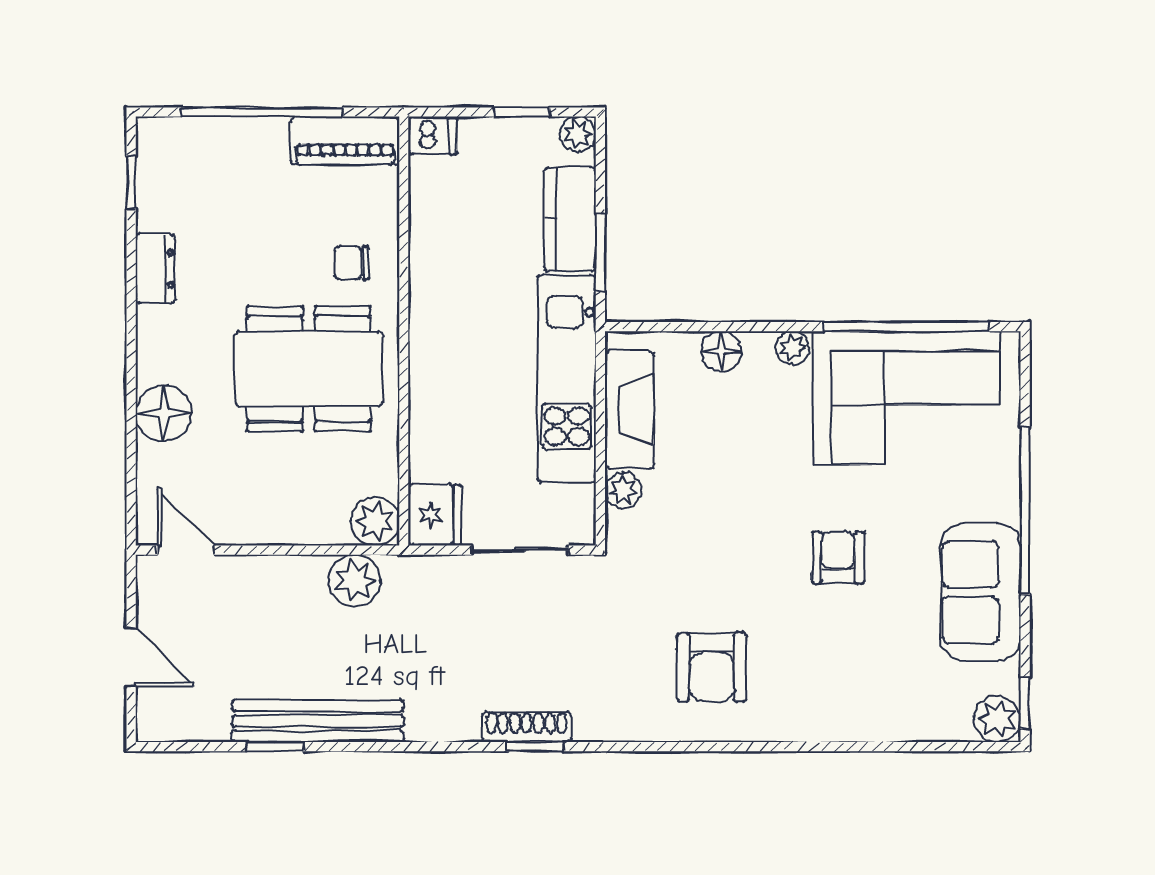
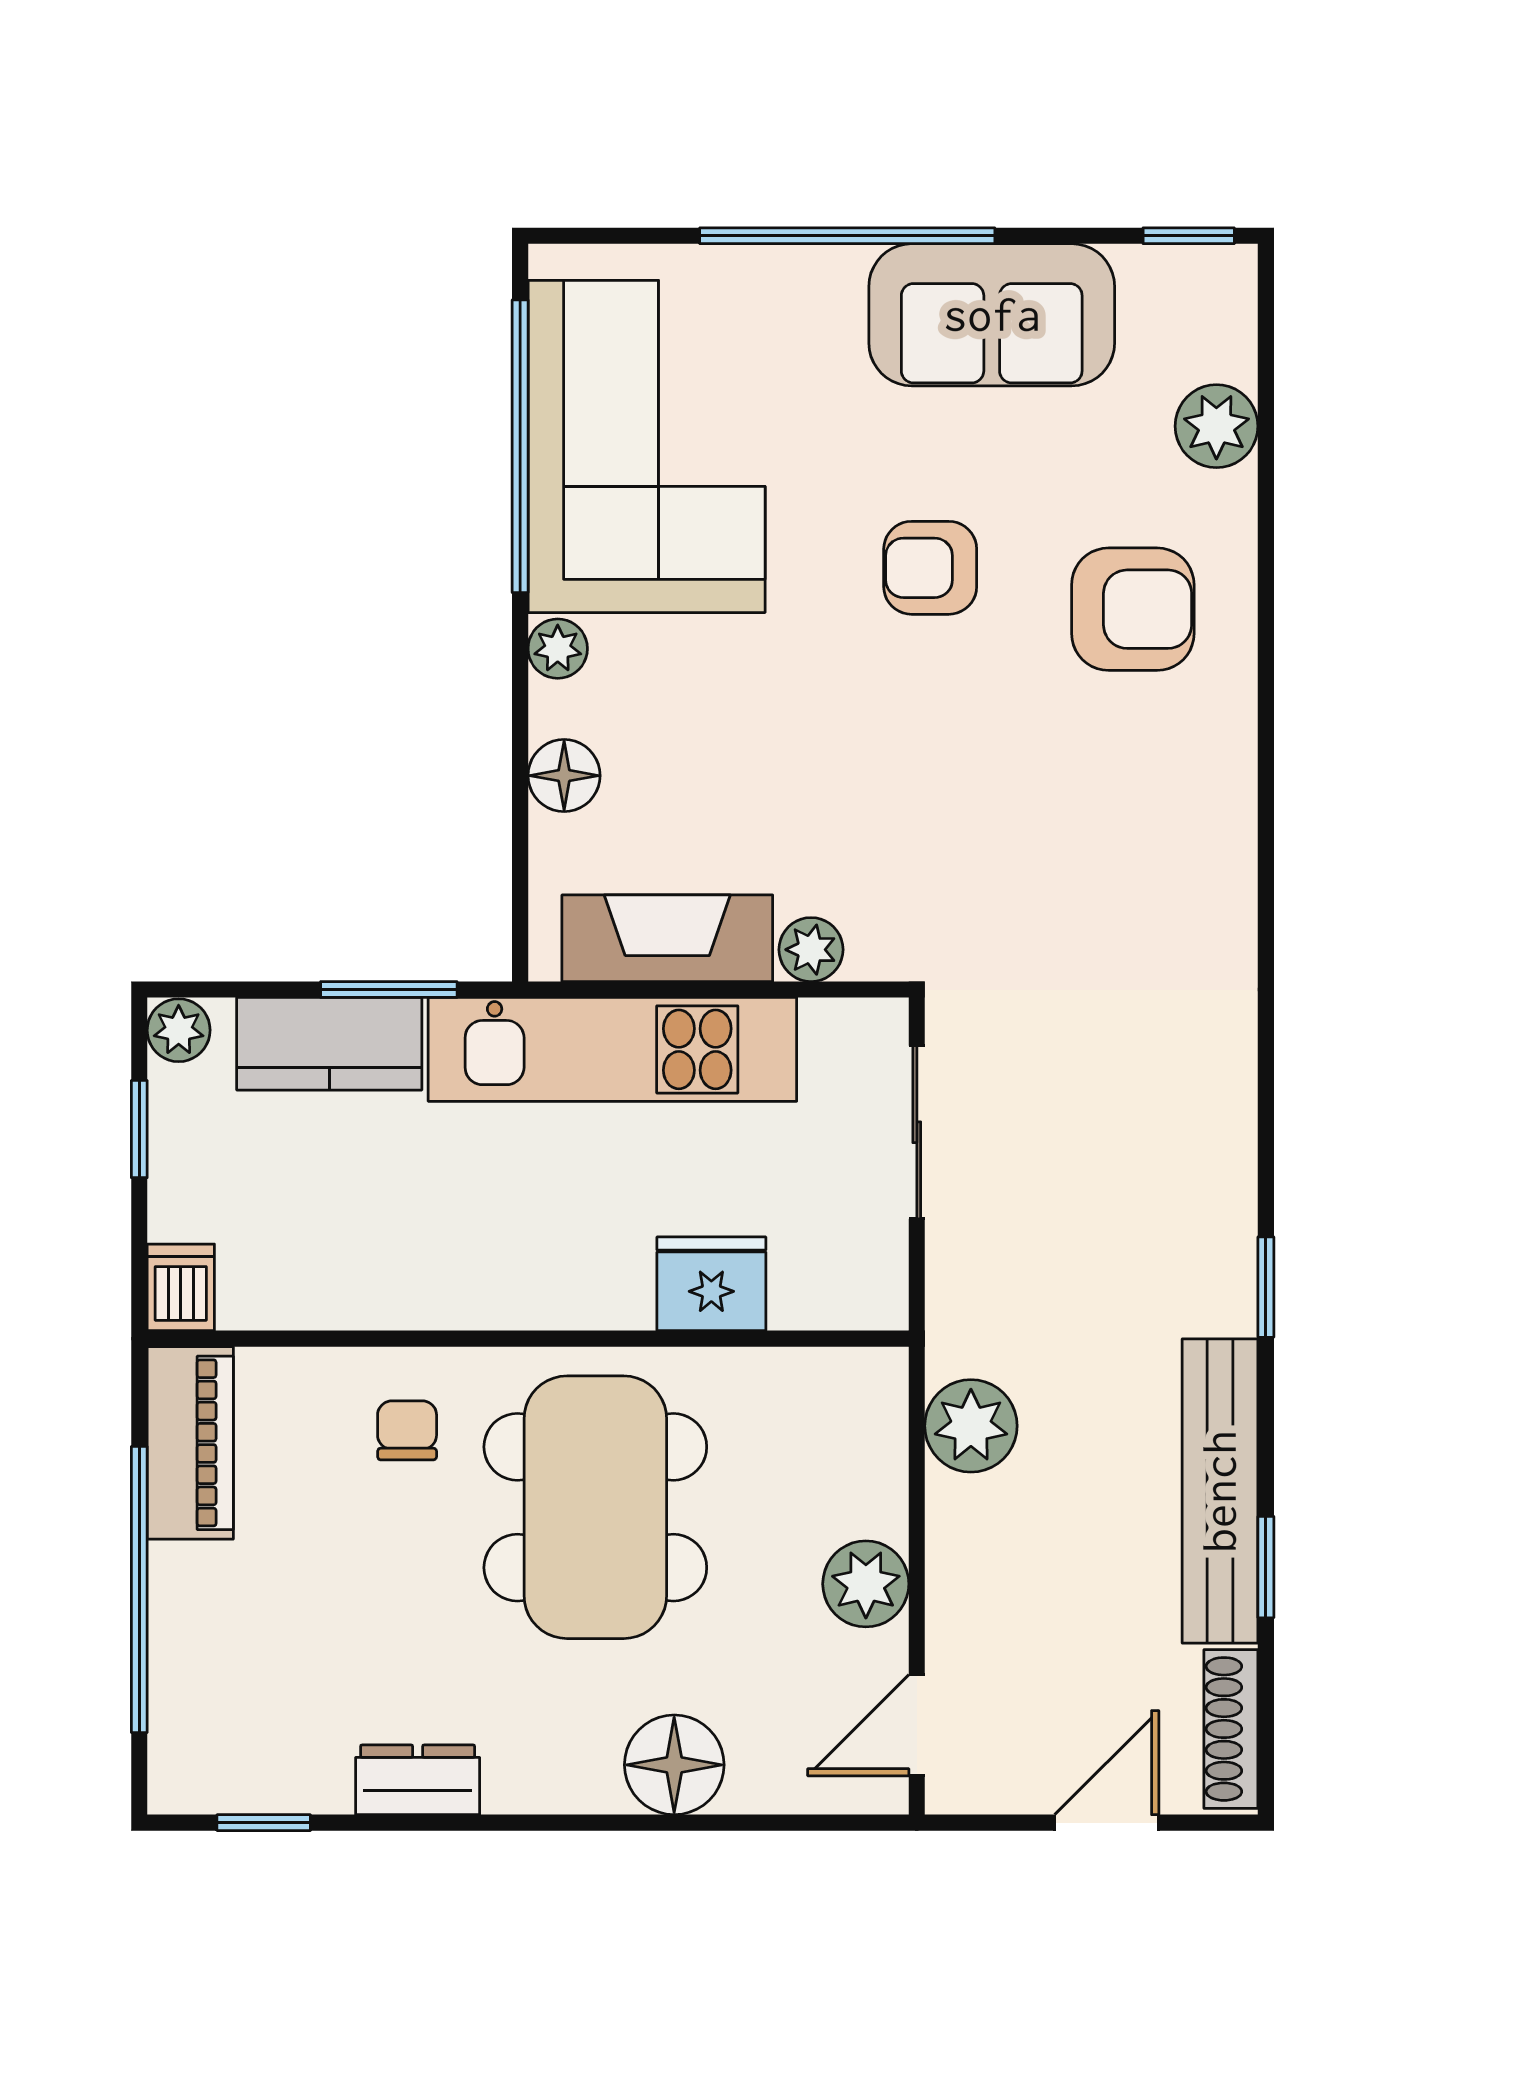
chair: (352, 263) -> (407, 1430), turned 180
fridge: (435, 515) -> (711, 1284), moved
plant: (375, 521) -> (866, 1584), moved
armchair: (712, 667) -> (1133, 609), moved
plant: (997, 719) -> (1216, 426), moved
shoe rack: (527, 727) -> (1231, 1729), moved
window: (535, 747) -> (1266, 1287), moved

